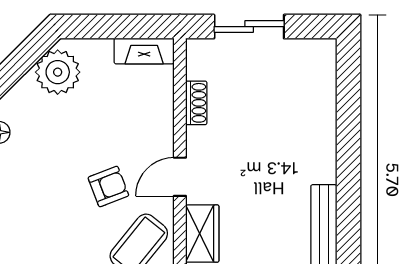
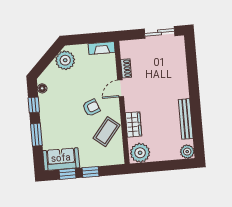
sliding door: (249, 27) -> (160, 32), moved
door: (180, 177) -> (121, 88), moved

